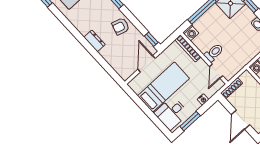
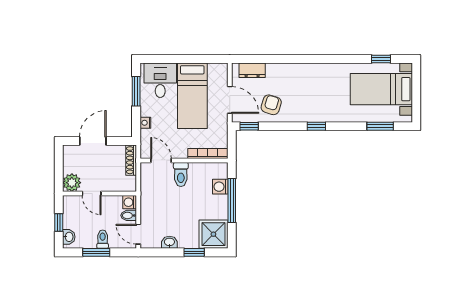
armchair: (121, 26) -> (271, 105), moved
washing machine: (191, 33) -> (220, 187), moved
dresser: (95, 41) -> (252, 70), moved
door: (241, 120) -> (93, 141), hinge flipped

